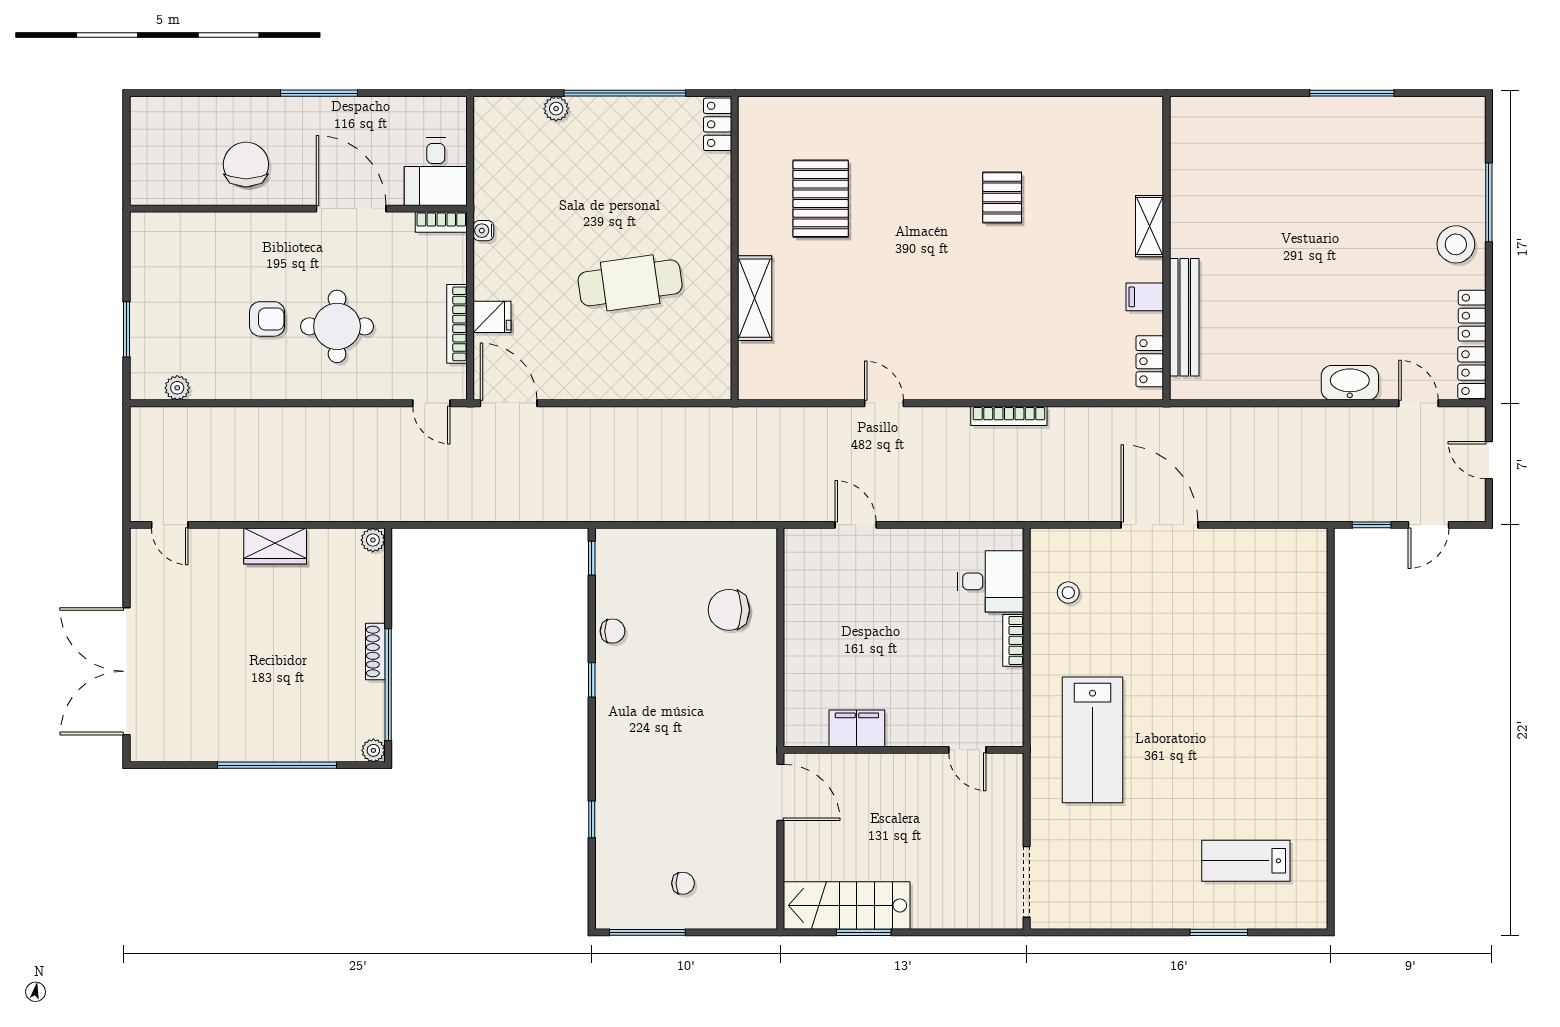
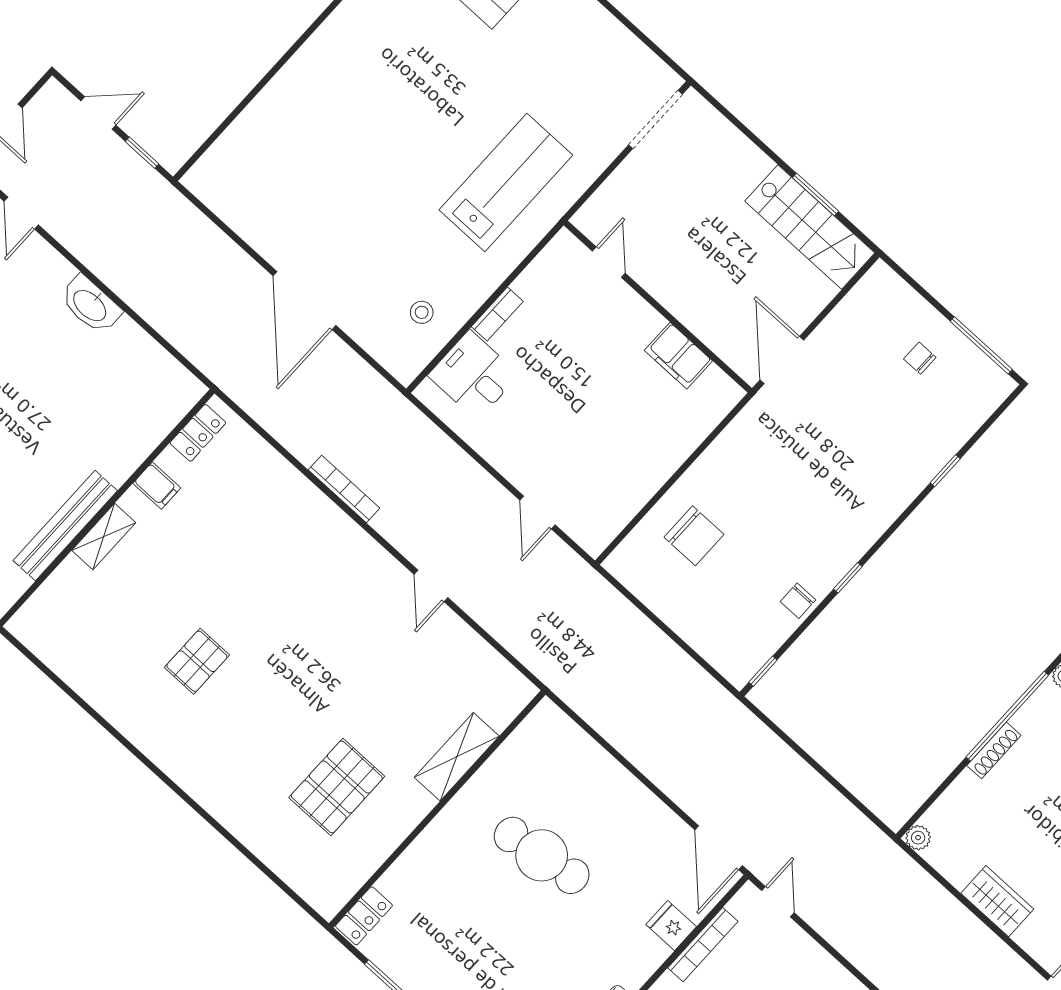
bench: (1184, 317) -> (65, 526), moved
washbasin: (1350, 383) -> (90, 305), moved
chair: (613, 631) -> (798, 601), turned -90

